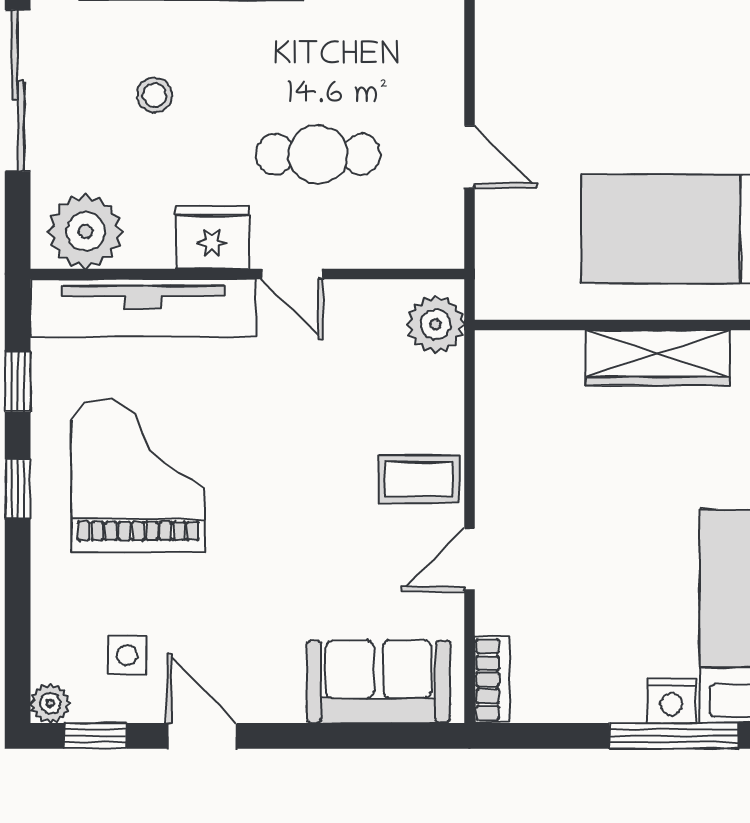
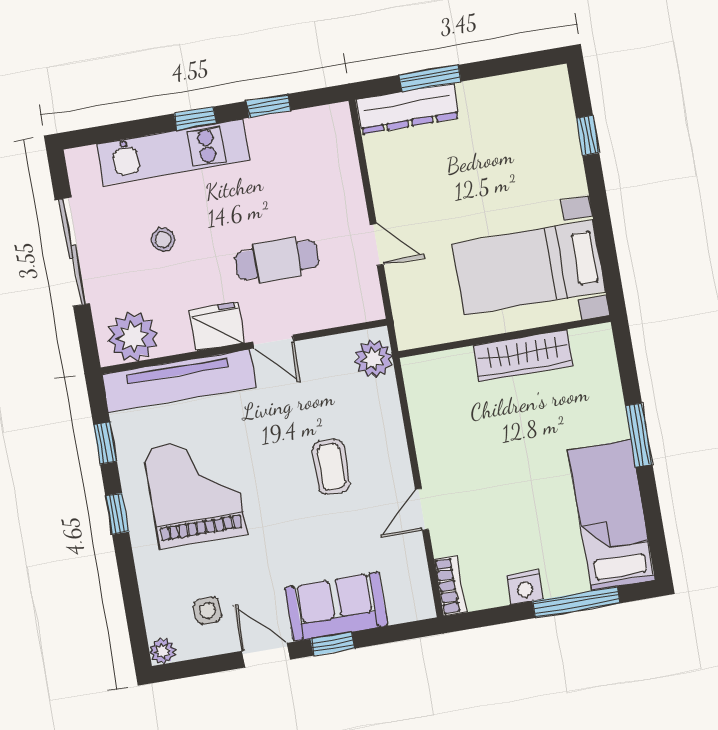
coffee table: (419, 479) -> (331, 467), moved, turned 90
sofa: (378, 682) -> (336, 607), moved
nightstand: (671, 701) -> (525, 587), moved
window: (95, 736) -> (333, 644), moved

